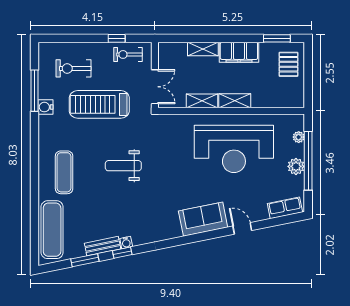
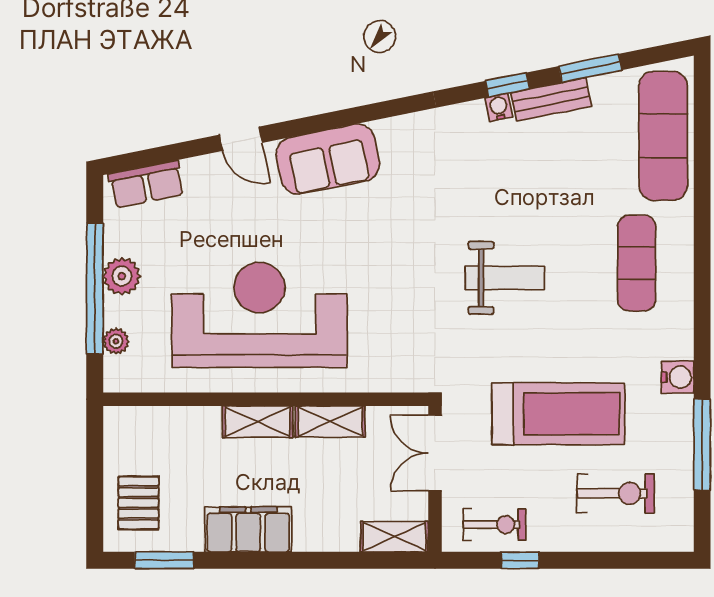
shelving: (203, 49) -> (394, 537), moved
water cooler: (45, 107) -> (678, 377), moved

